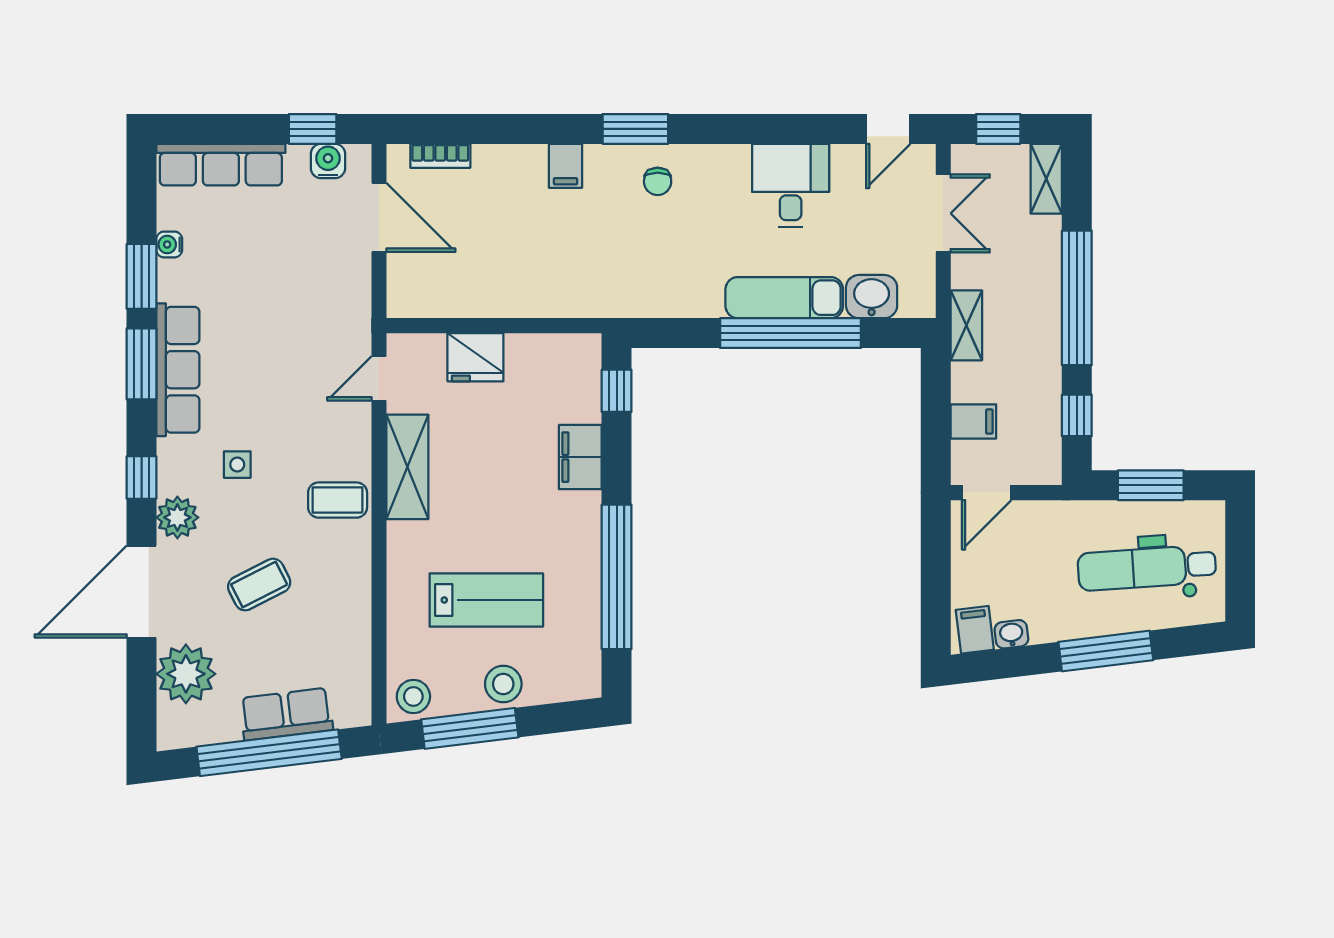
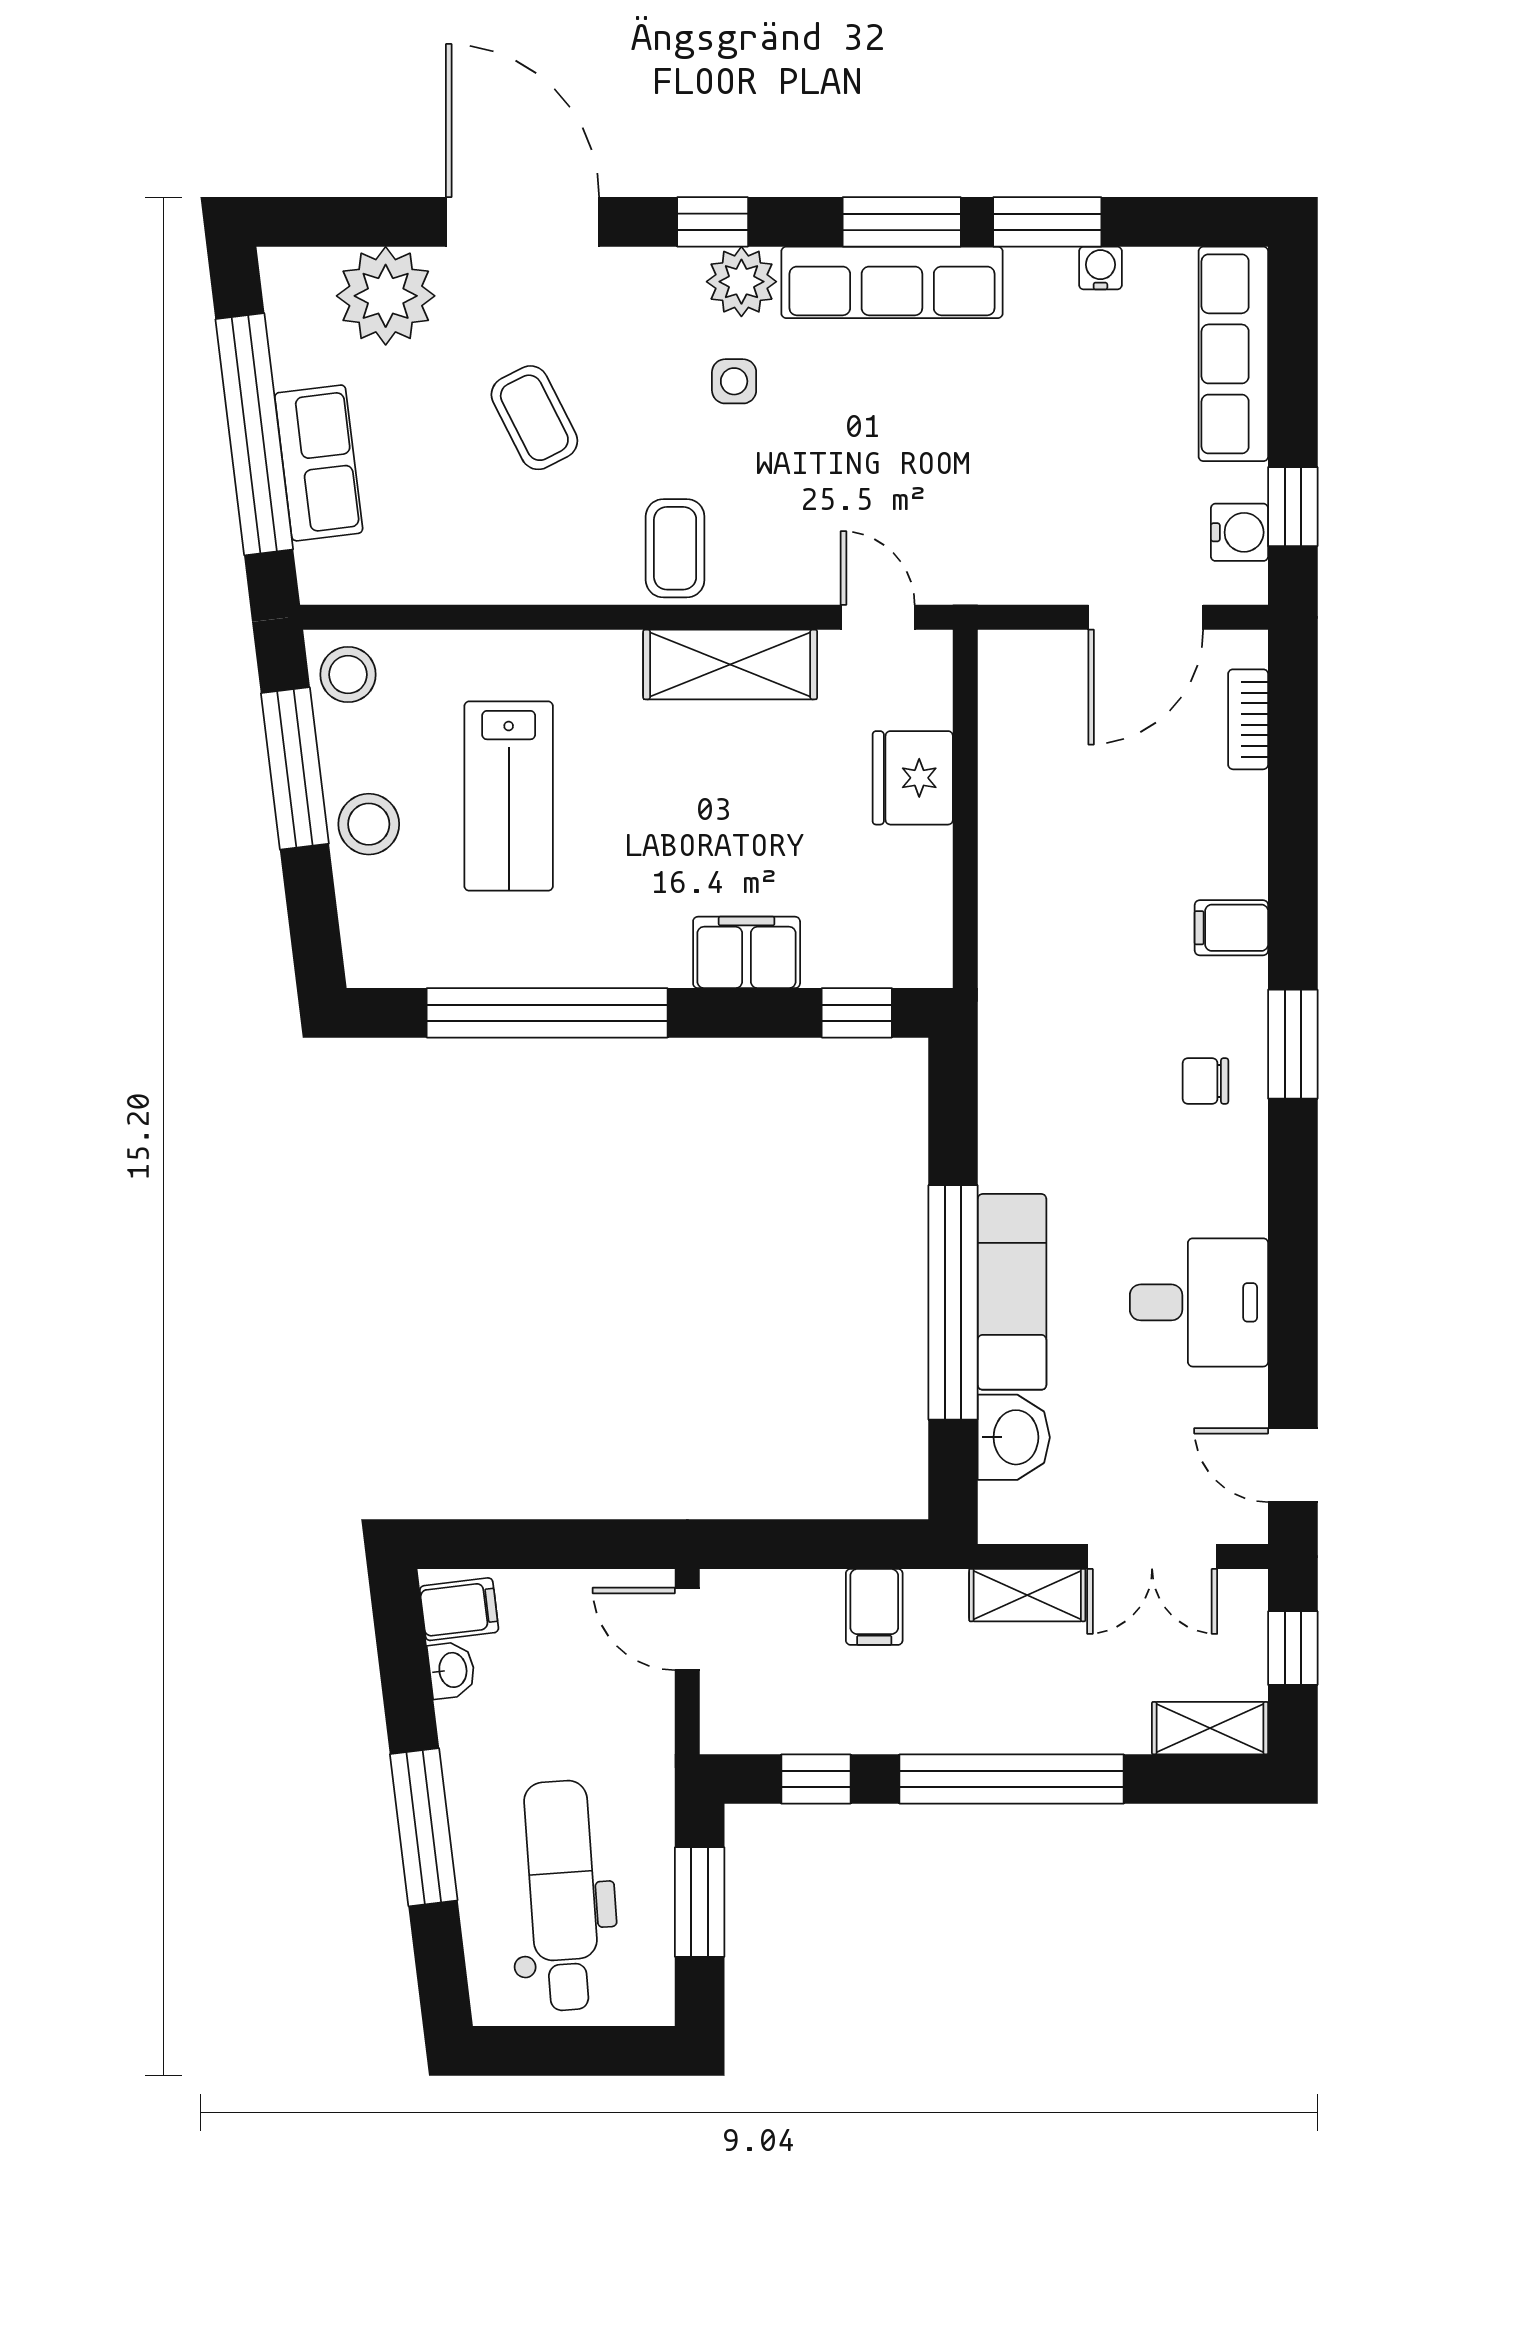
shelving: (966, 325) -> (1027, 1595), moved
filing cabinet: (973, 421) -> (874, 1607), moved
plant: (177, 517) -> (741, 282), moved

